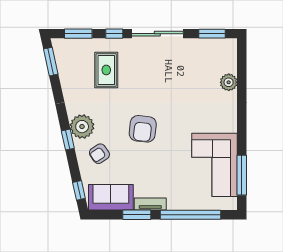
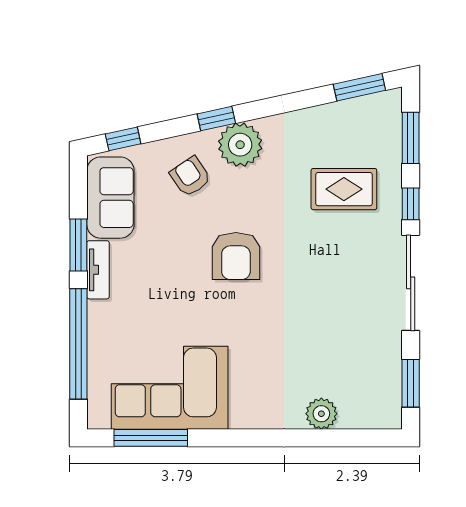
armchair: (143, 129) -> (236, 256), turned -96

